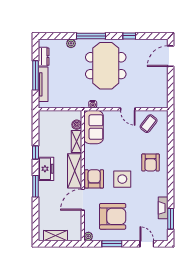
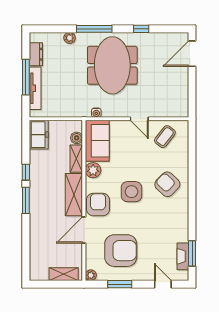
plant: (90, 151) -> (93, 170), added
armchair: (151, 162) -> (167, 184), turned 134
freezer: (46, 169) -> (39, 135), moved
side table: (122, 179) -> (131, 192), moved
window: (36, 186) -> (26, 200), moved
fireplace: (163, 208) -> (183, 256), moved
shelving: (56, 236) -> (64, 274), moved

